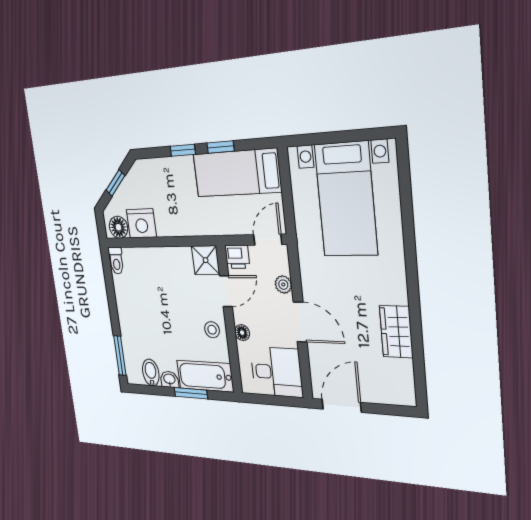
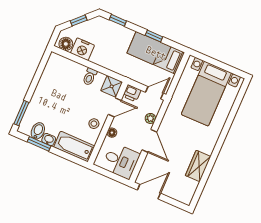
window: (183, 150) -> (118, 20), moved
toilet: (116, 261) -> (90, 77), moved
window: (191, 393) -> (39, 144), moved

